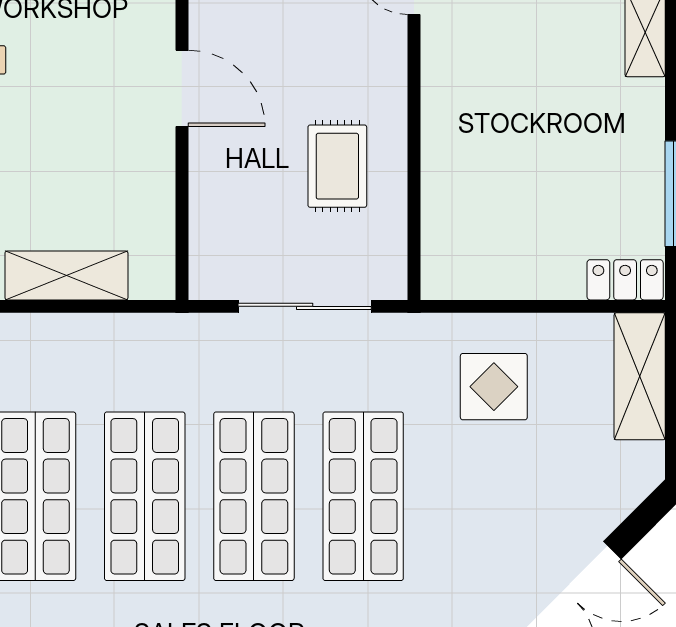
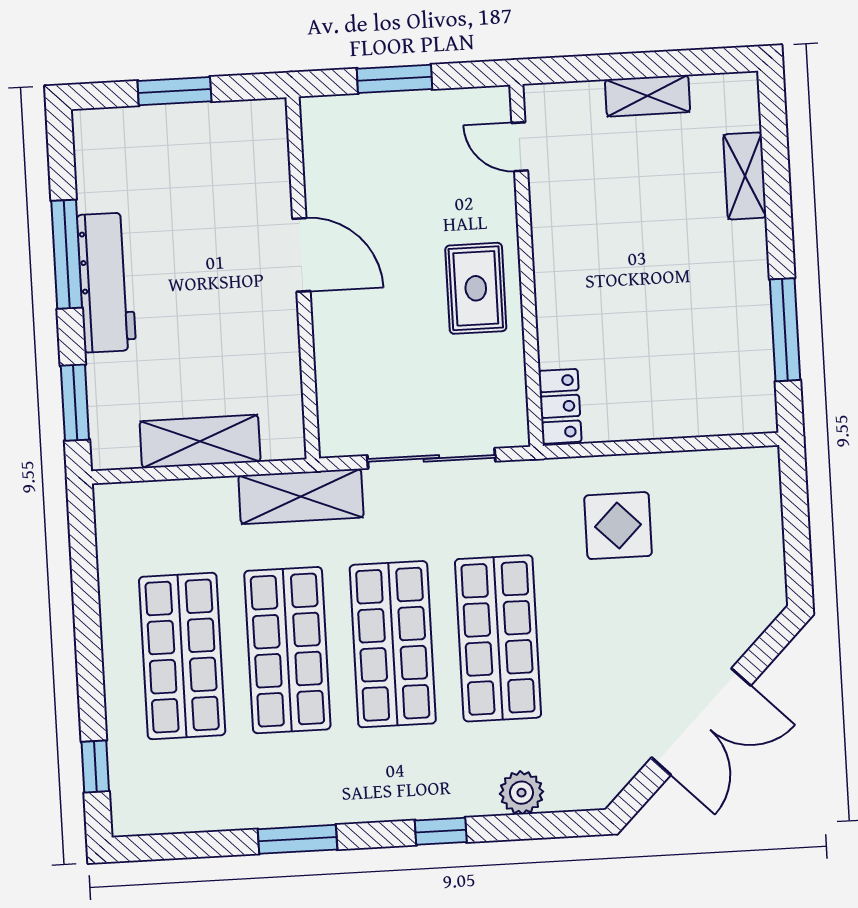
rug: (337, 166) -> (476, 288), moved
locker: (625, 280) -> (560, 406), moved, turned 90
shelving: (640, 376) -> (301, 496), moved, turned 90

